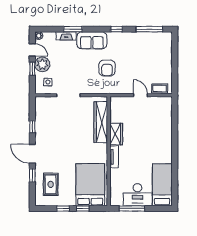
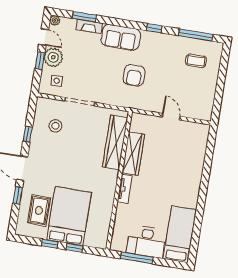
window: (73, 29) -> (84, 17), moved
coffee table: (160, 88) -> (196, 61), moved
stool: (53, 117) -> (55, 126), added
wardrobe: (116, 134) -> (133, 154), width x1.50
bed: (90, 185) -> (69, 216), moved

